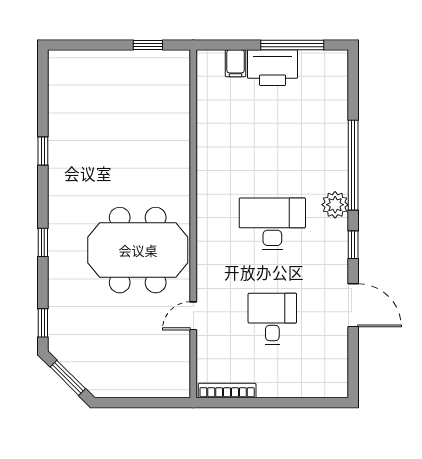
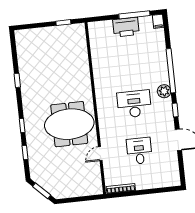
filing cabinet: (236, 63) -> (158, 21), moved
window: (43, 323) -> (25, 152), moved

